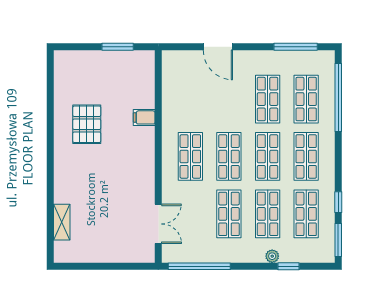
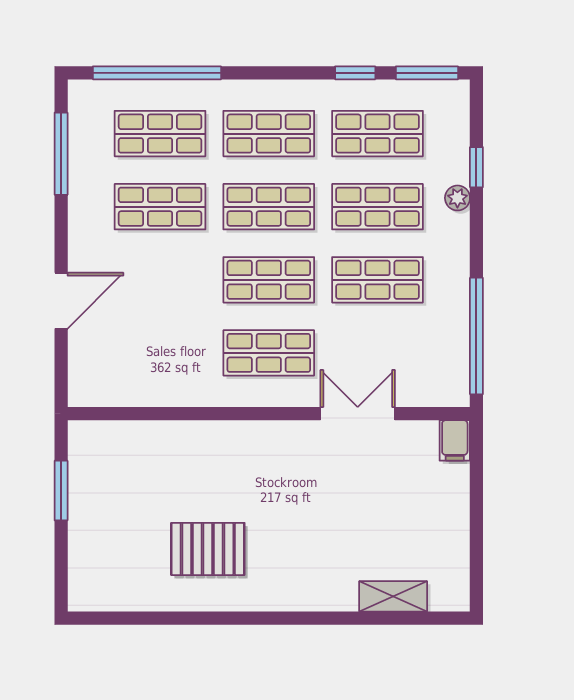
filing cabinet: (144, 117) -> (455, 440), moved
double door: (158, 224) -> (358, 414), moved

